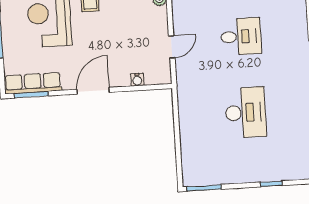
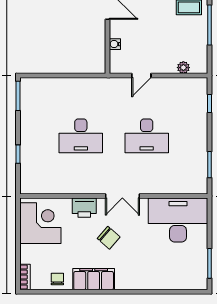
desk: (241, 37) -> (147, 136), width x1.37
door: (172, 47) -> (141, 76), hinge flipped

